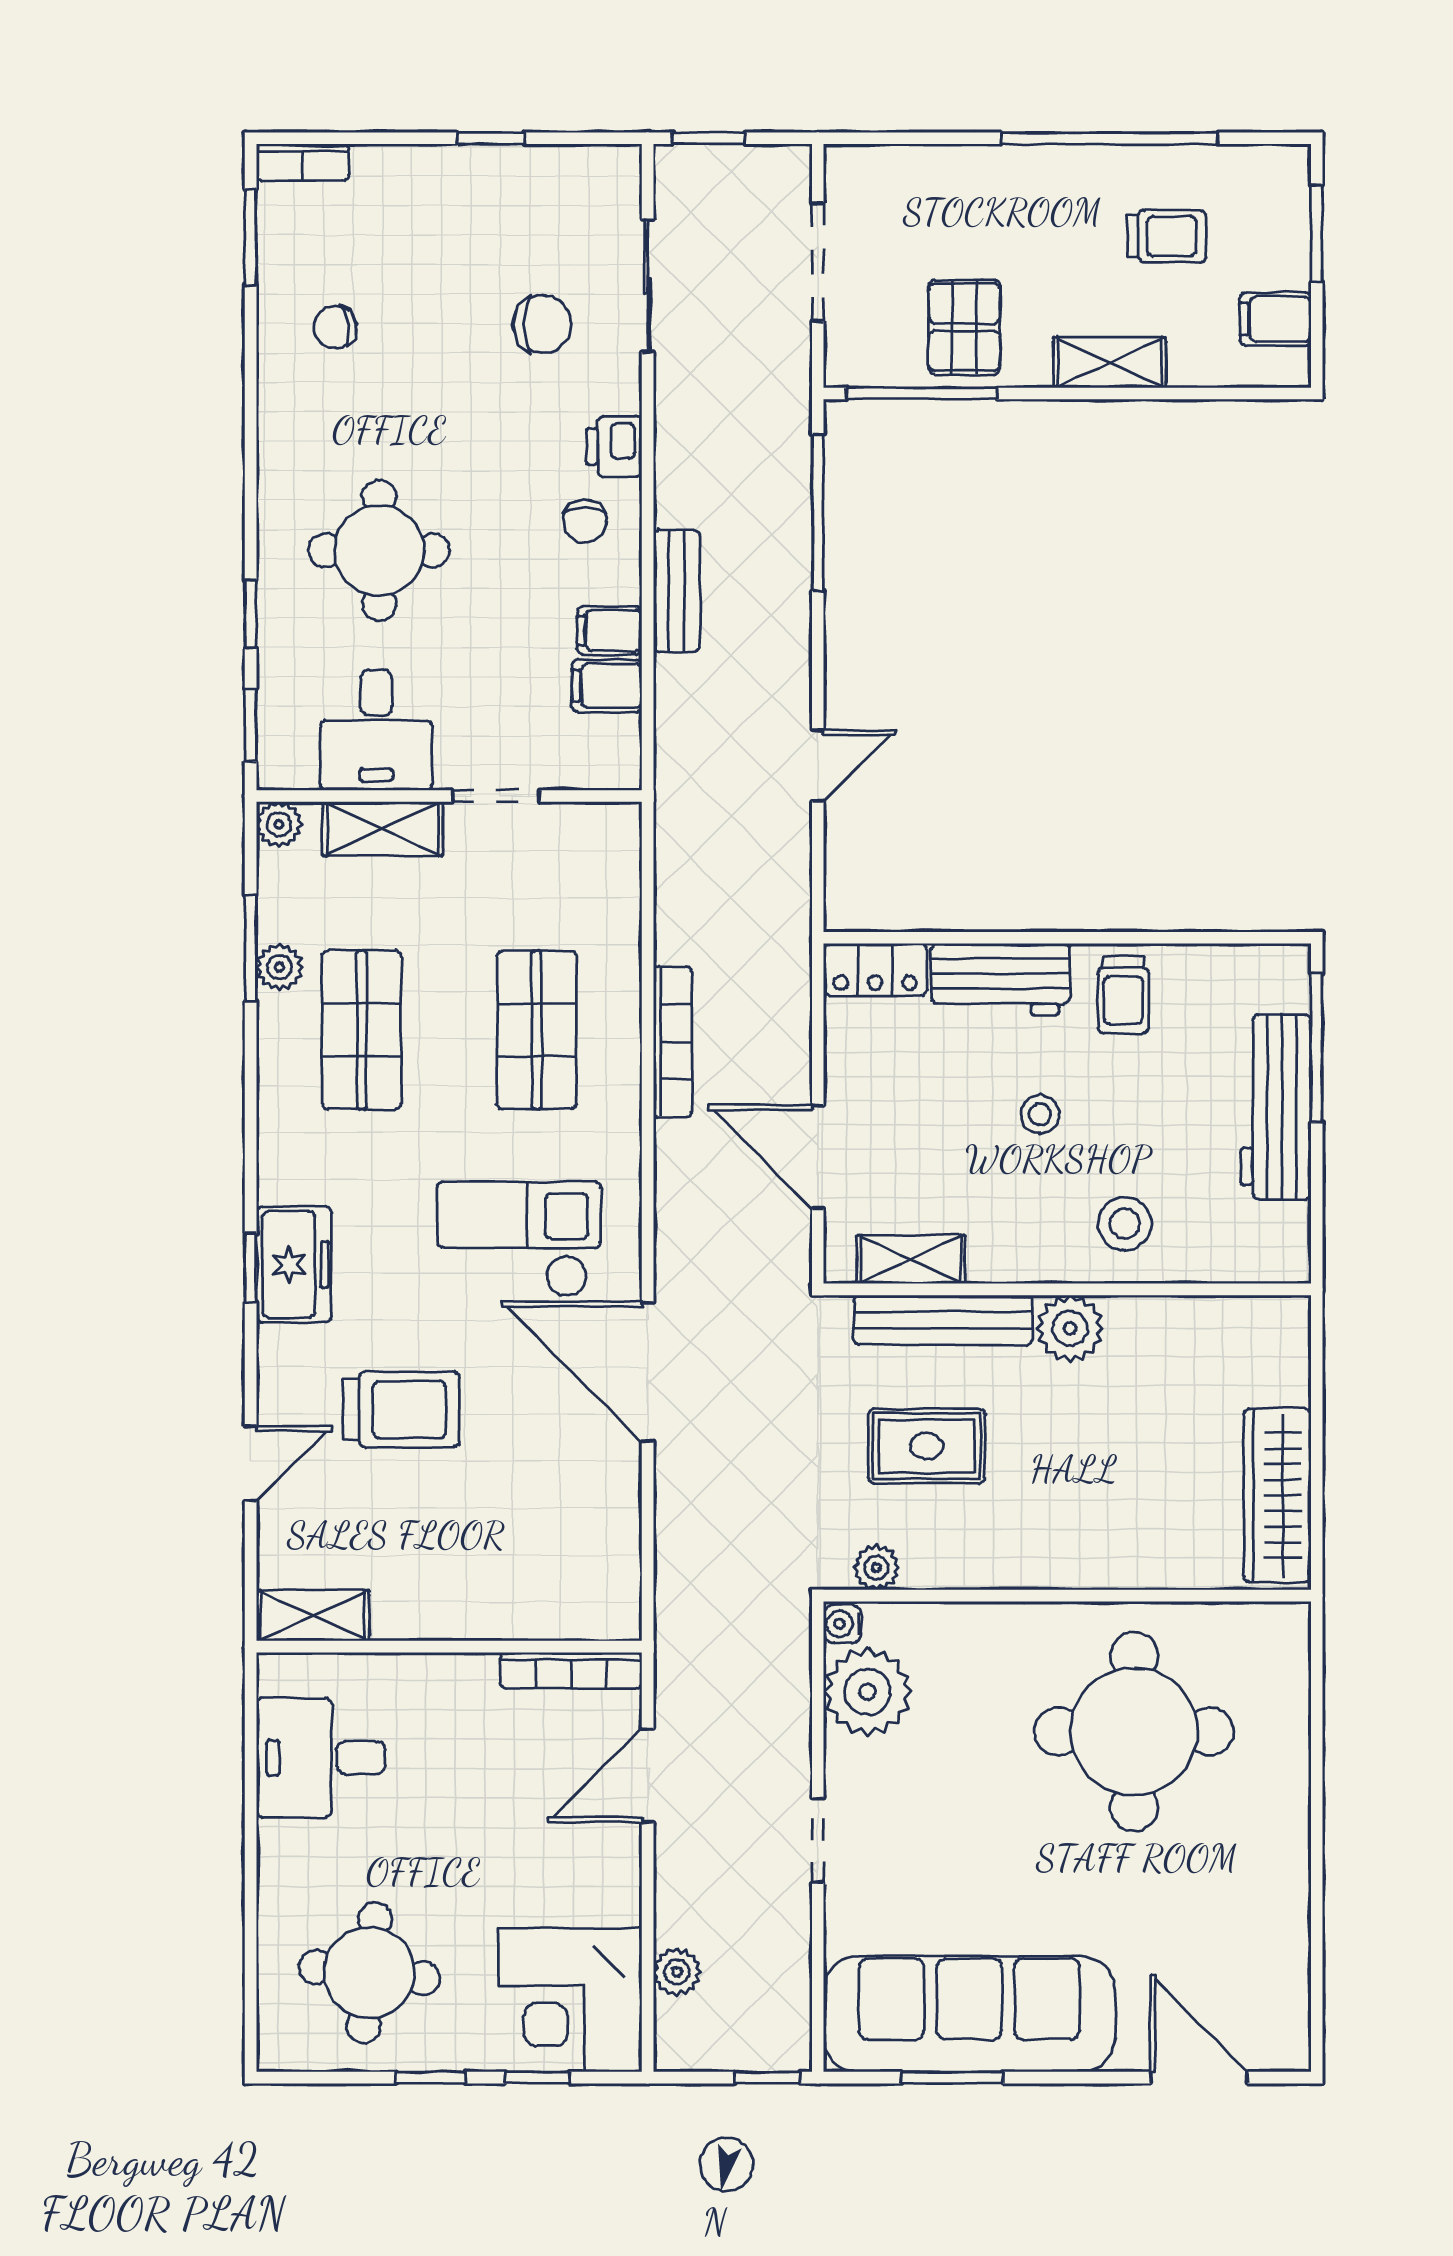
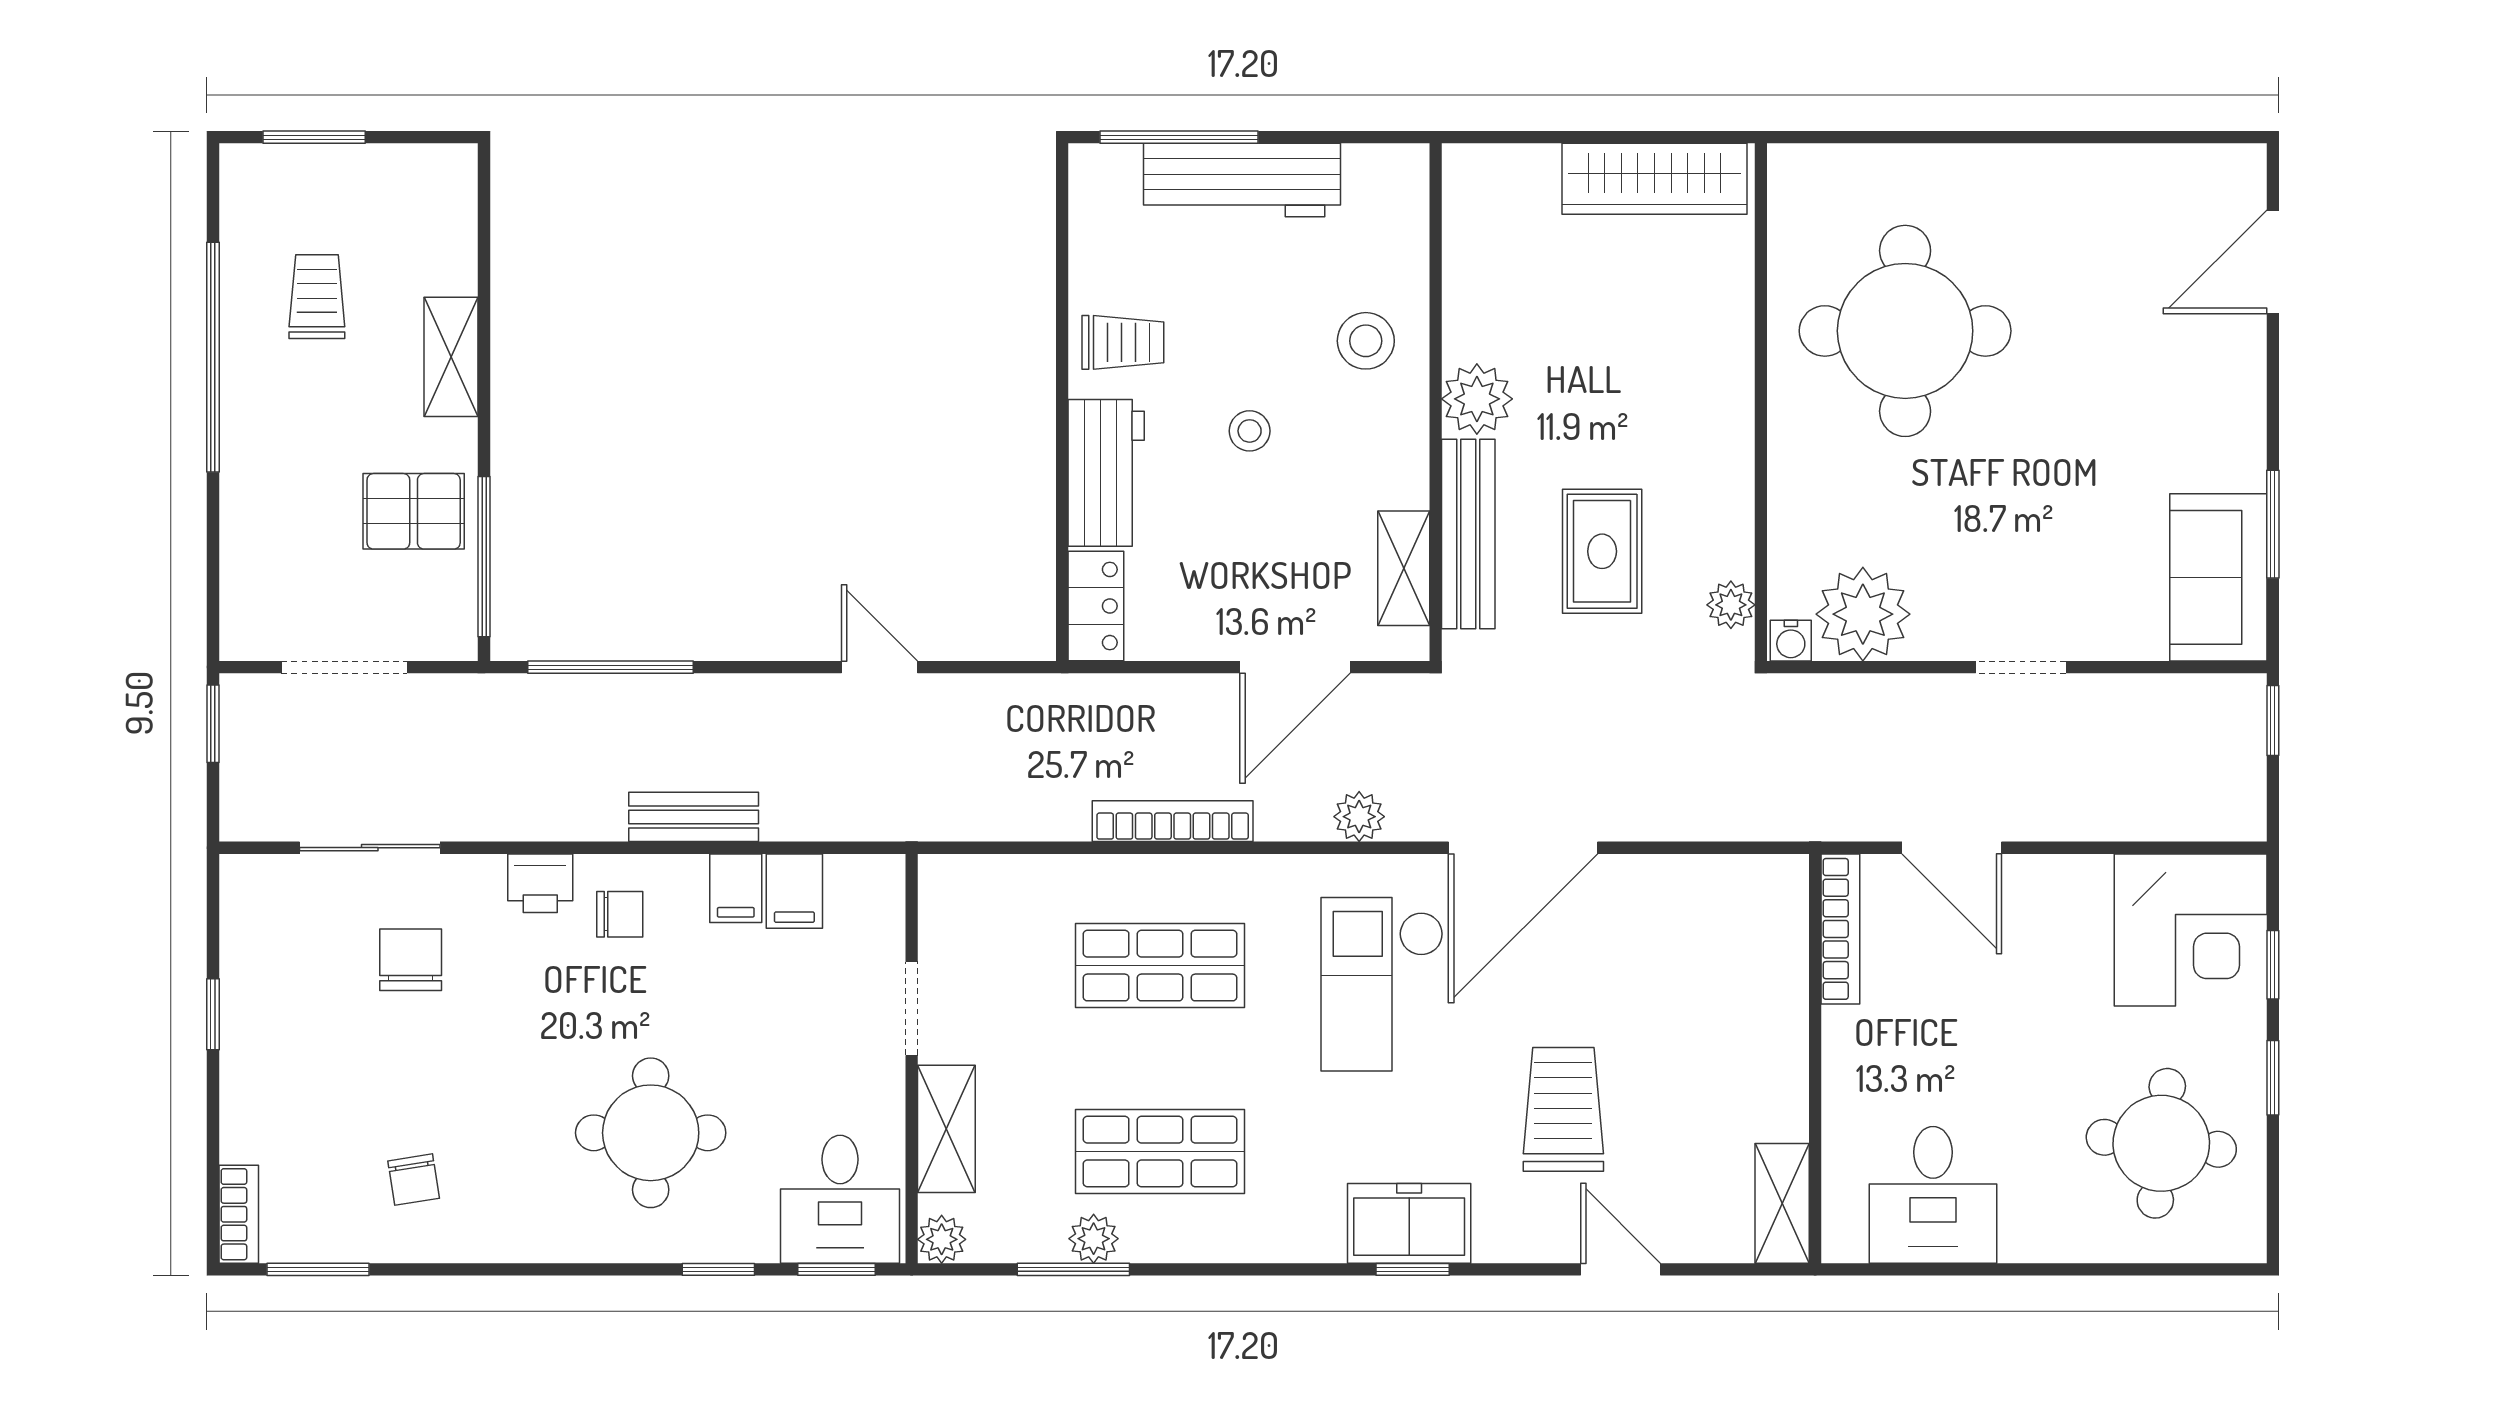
window: (709, 138) -> (213, 724), moved
filing cabinet: (1275, 319) -> (405, 181), removed
desk: (376, 730) -> (840, 1199), moved, turned 90
plant: (677, 1972) -> (1359, 817), moved
sofa: (969, 2014) -> (2218, 577), width x0.54, depth x0.79

